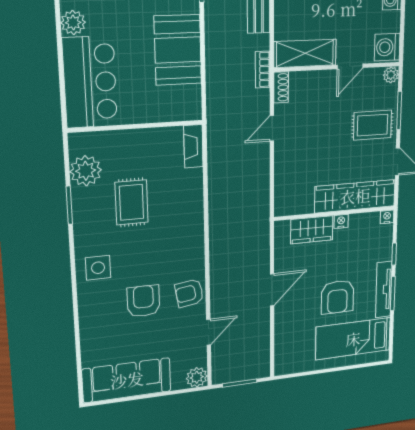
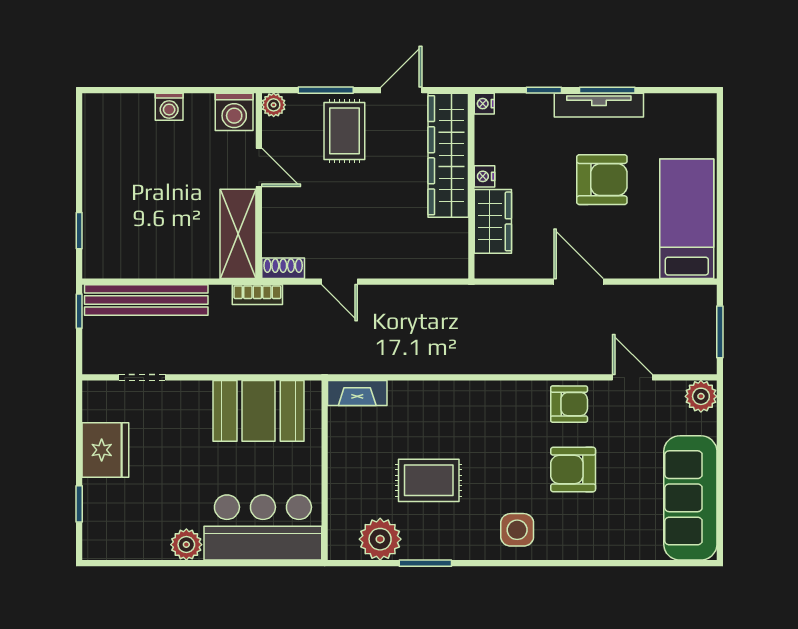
booth: (178, 50) -> (259, 411), moved
armchair: (189, 293) -> (569, 404), turned -81
bed: (353, 339) -> (687, 219), moved, turned 180

